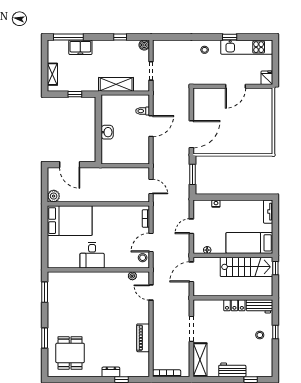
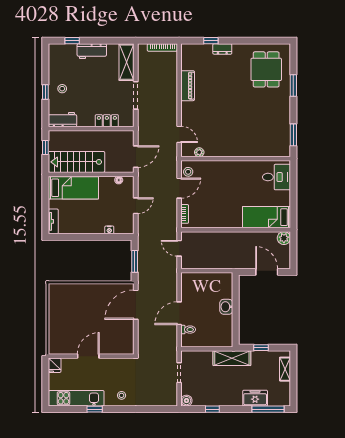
shelving: (116, 84) -> (232, 358), moved
bed: (70, 221) -> (267, 217), width x0.67
desk: (92, 255) -> (277, 177), moved, turned 90
window: (275, 268) -> (45, 147), moved
locker: (234, 305) -> (107, 121), moved

